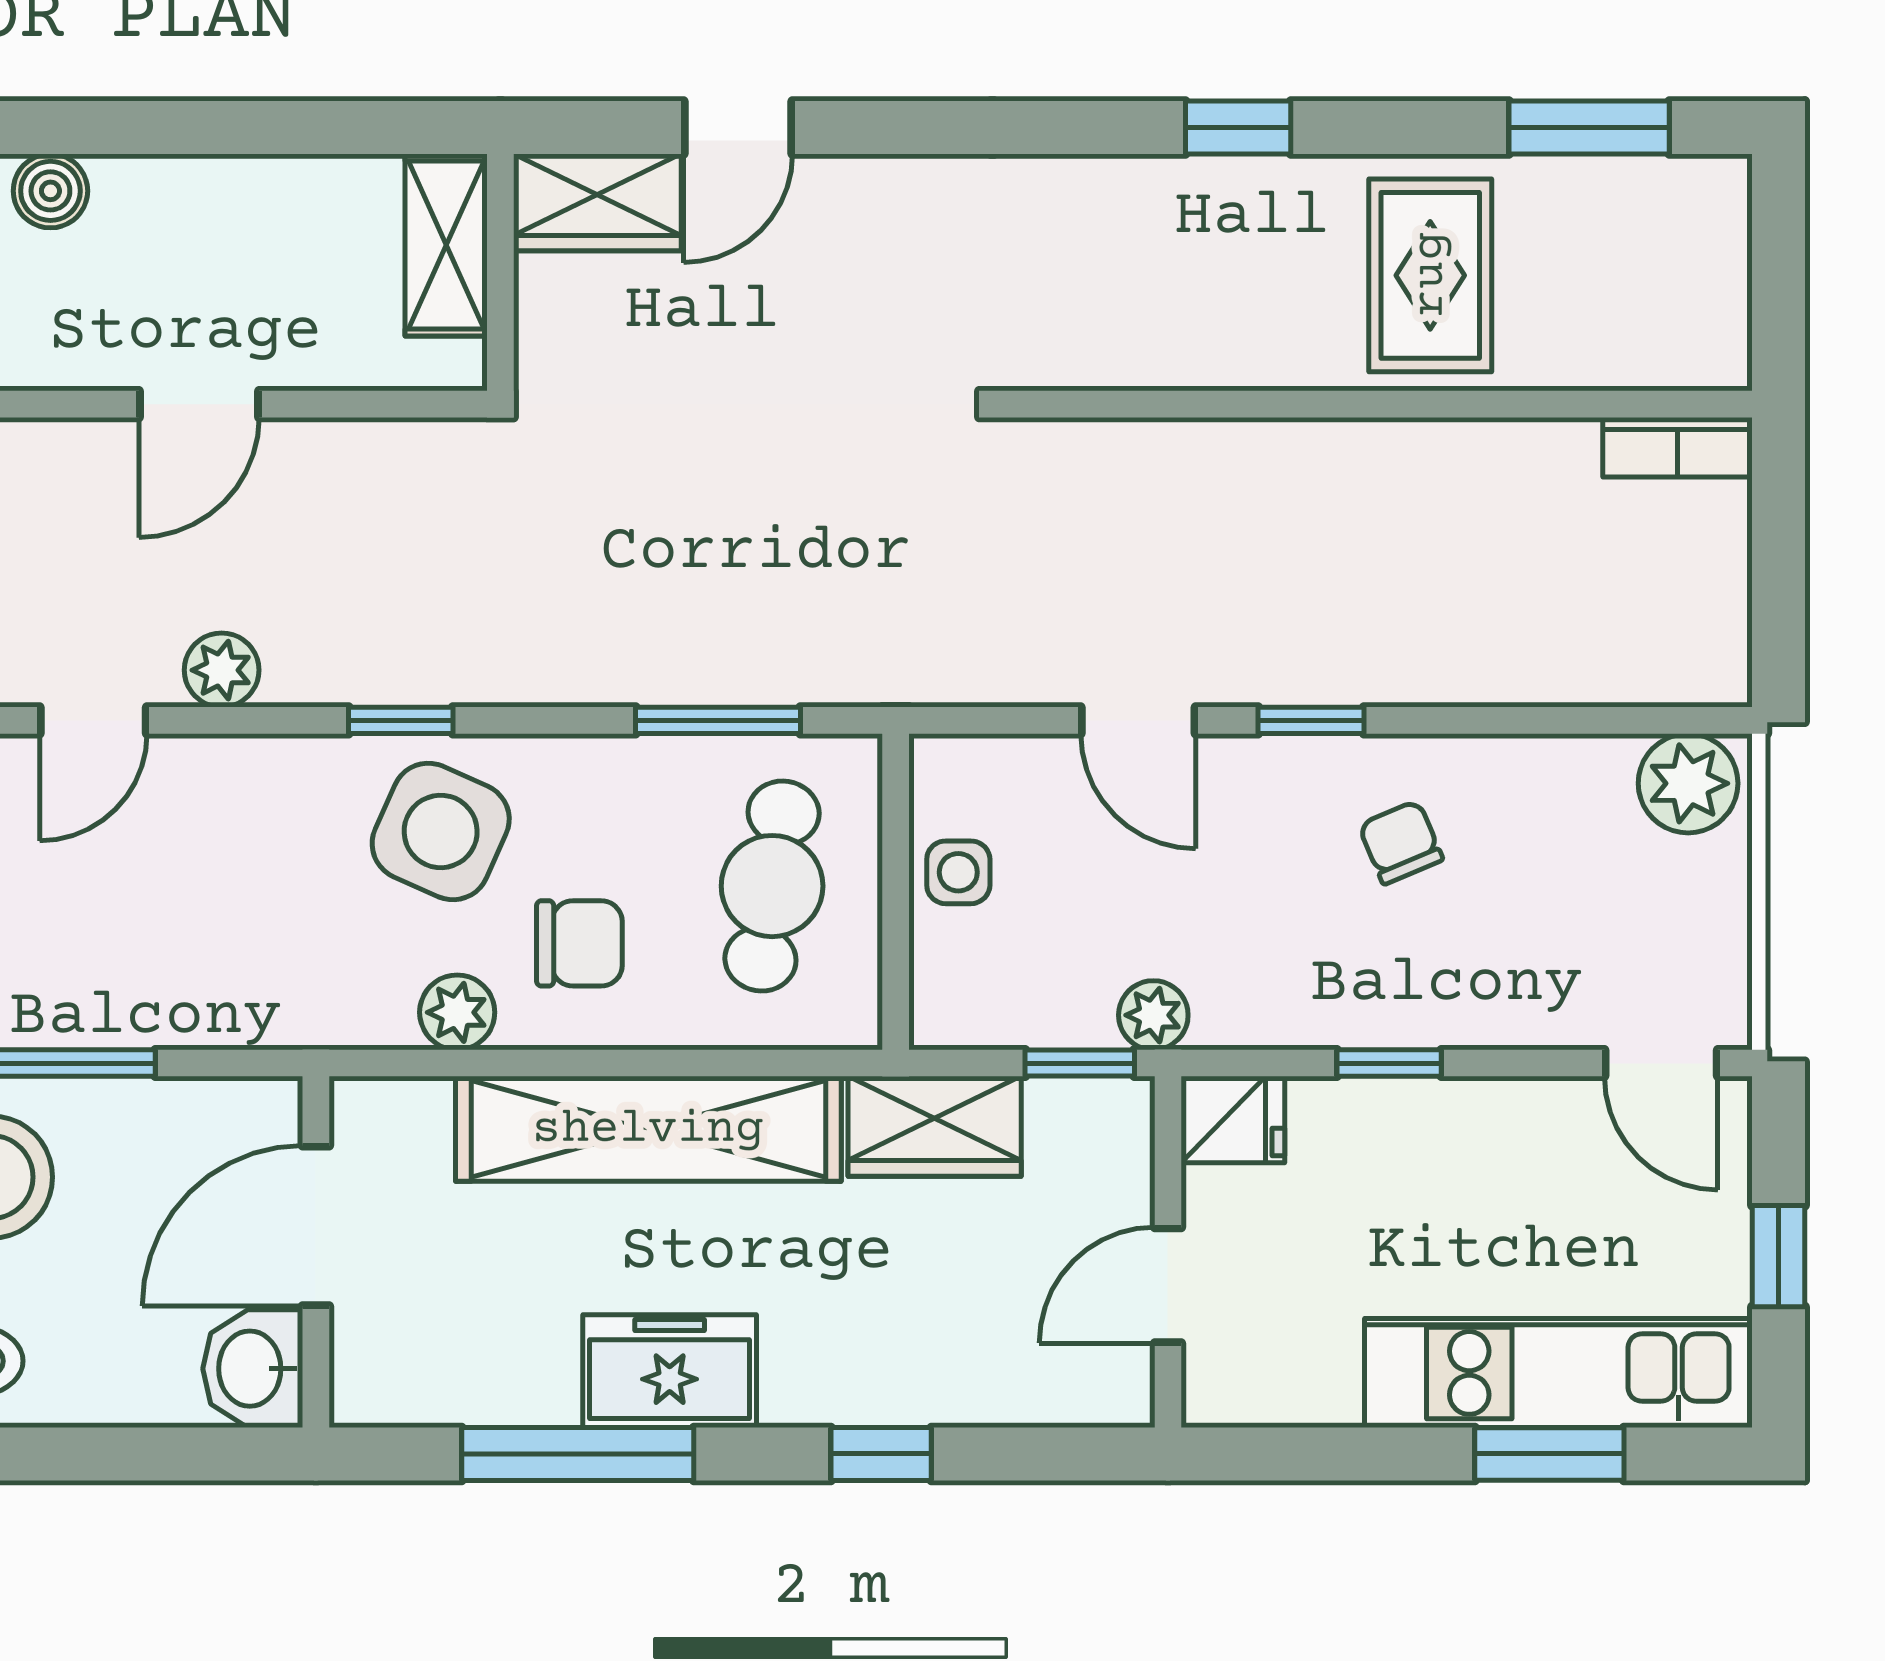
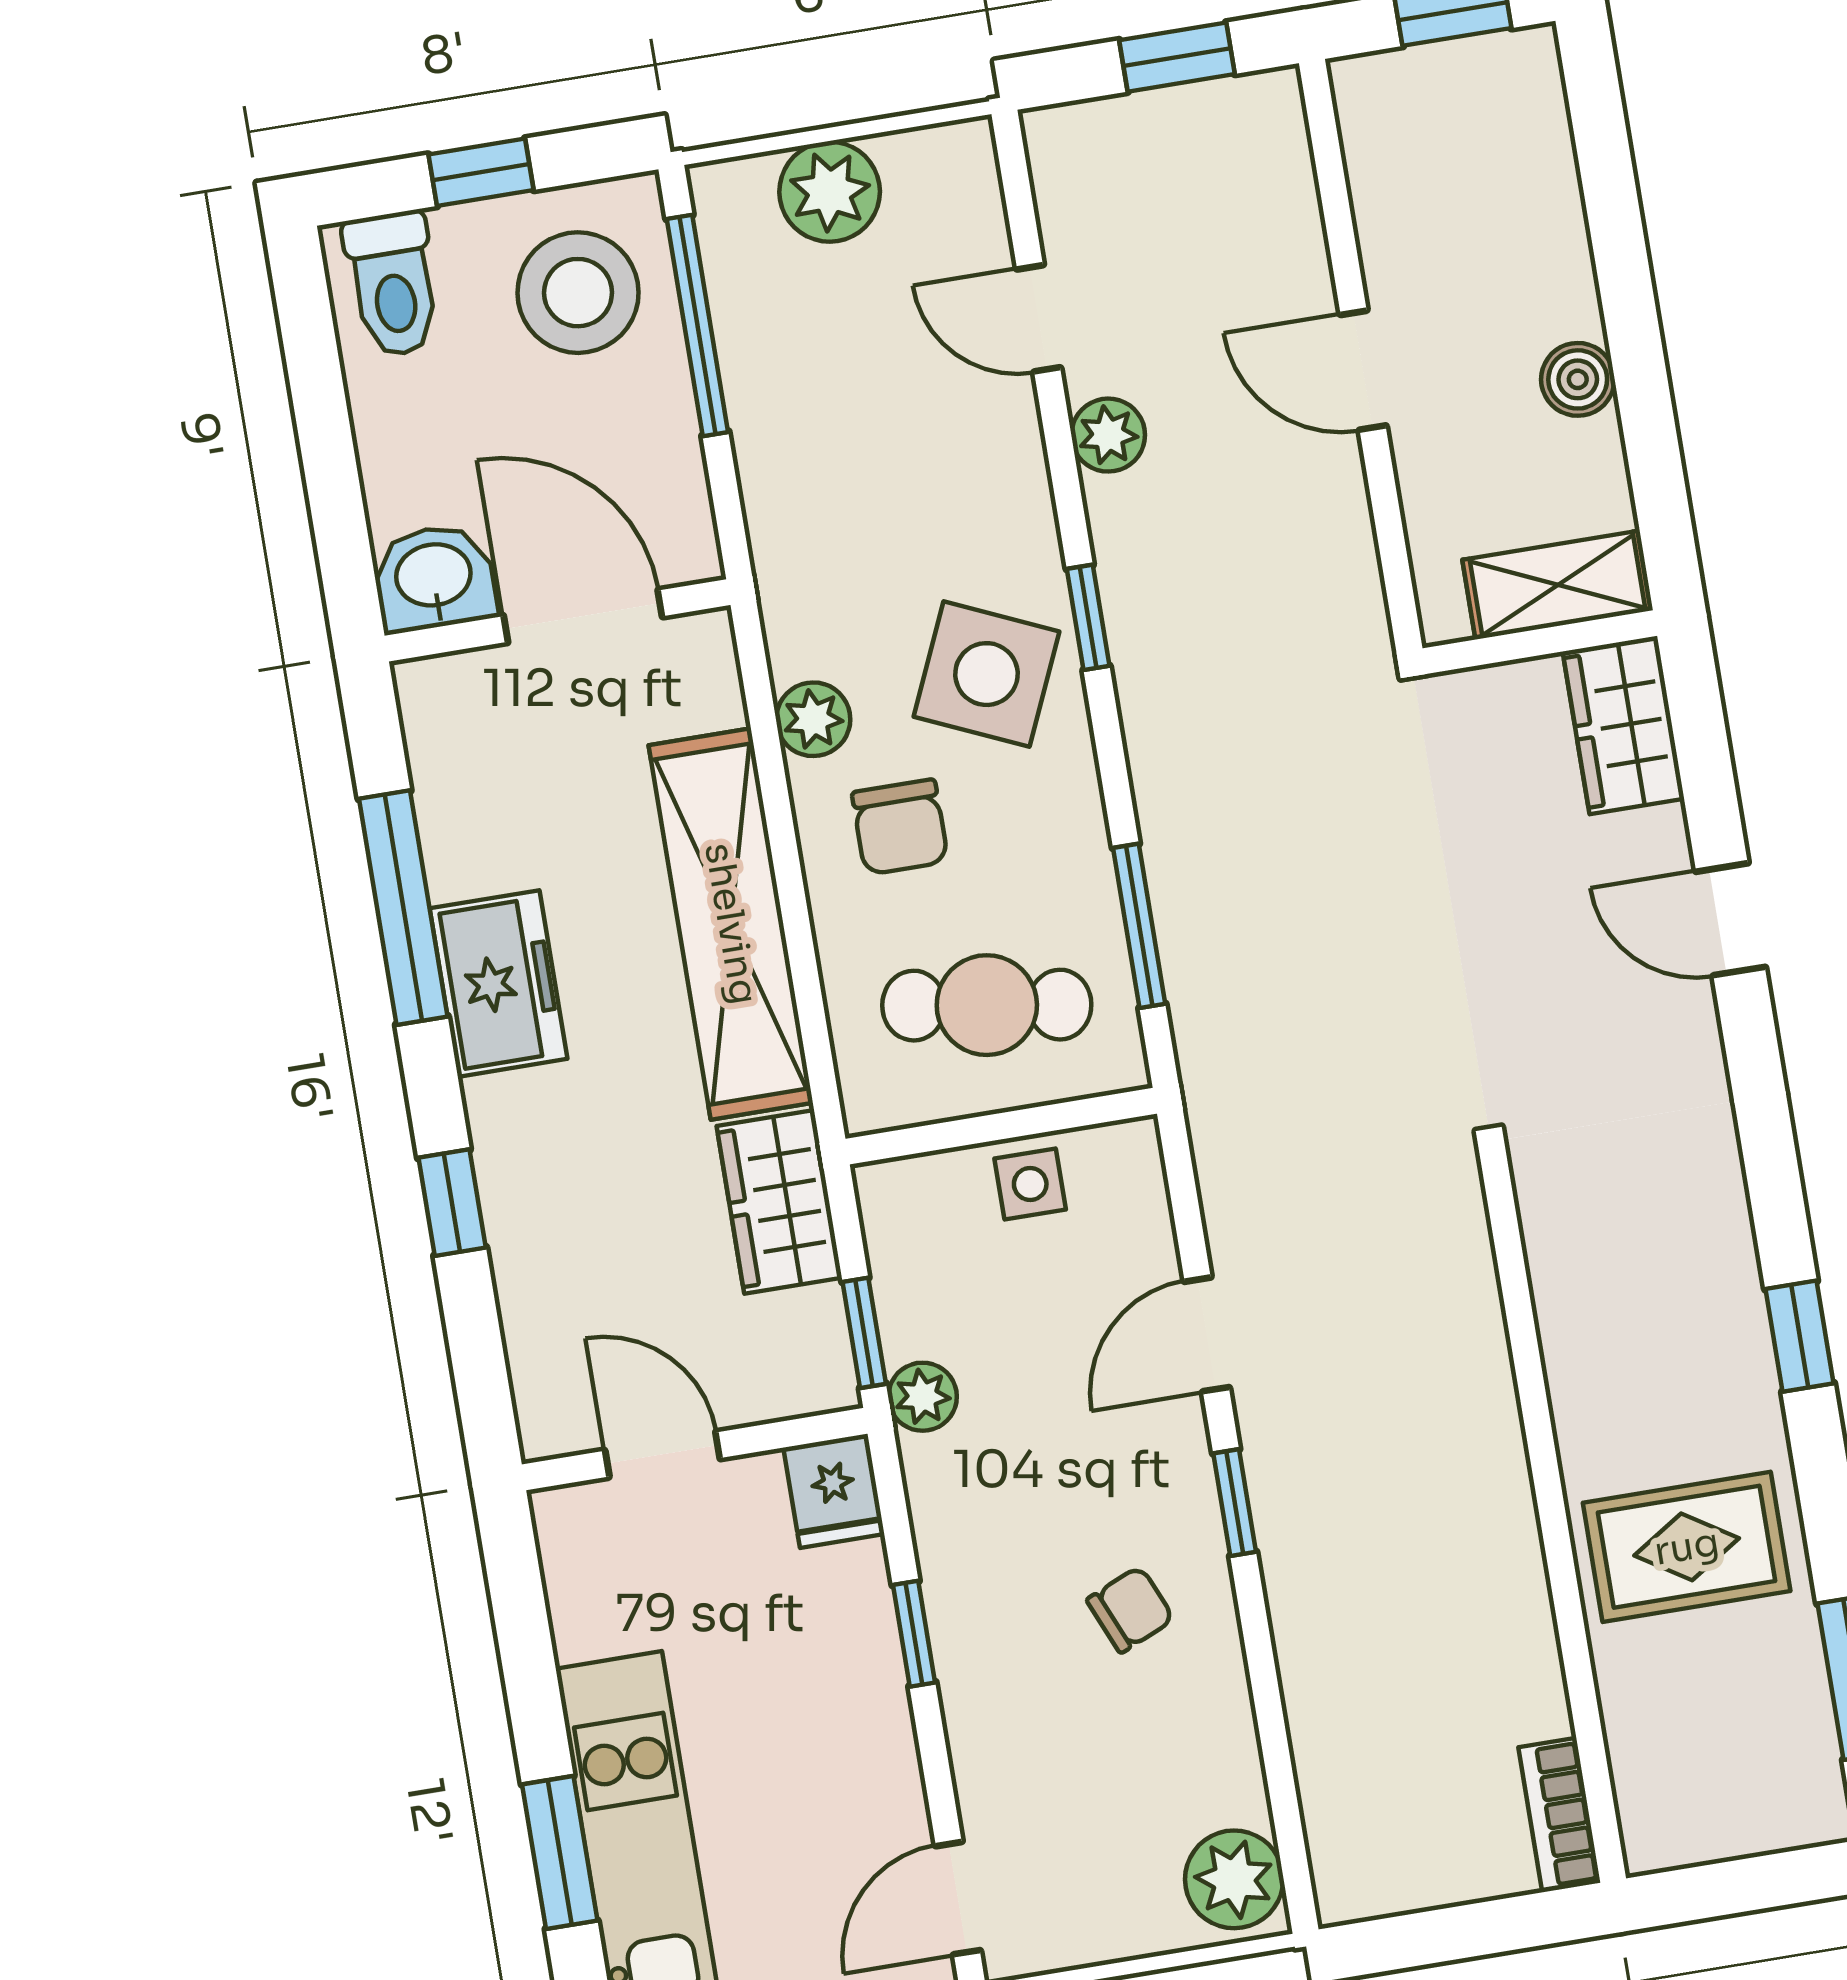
door: (738, 127) -> (1731, 919), moved
boiler: (50, 191) -> (1578, 379), moved

